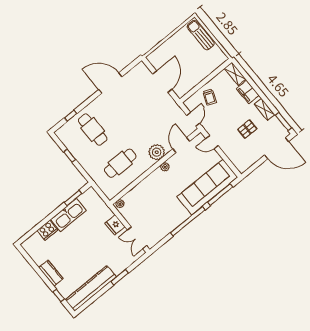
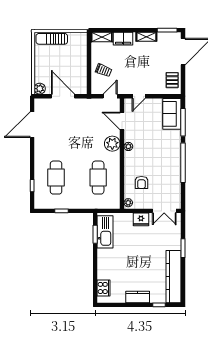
plant: (153, 58) -> (40, 89), added
door: (110, 83) -> (32, 125), moved
door: (193, 119) -> (110, 96), hinge flipped
pallet: (247, 129) -> (172, 80), moved
cafe table: (93, 130) -> (56, 178), turned 90
sofa: (207, 187) -> (172, 114), width x0.54, depth x0.79
armchair: (145, 201) -> (141, 182), added
kitchen sink: (68, 215) -> (105, 232), moved
cooker: (47, 230) -> (103, 288), moved

